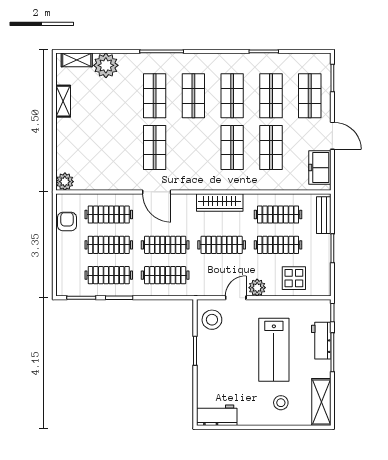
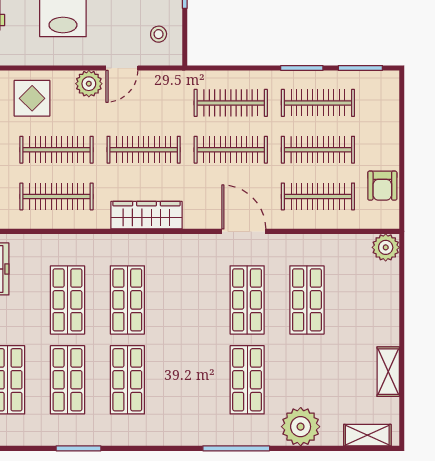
plant: (106, 65) -> (301, 427), moved
shop shelf: (193, 96) -> (307, 300), moved
stool: (212, 320) -> (159, 34), width x0.53, depth x0.53

